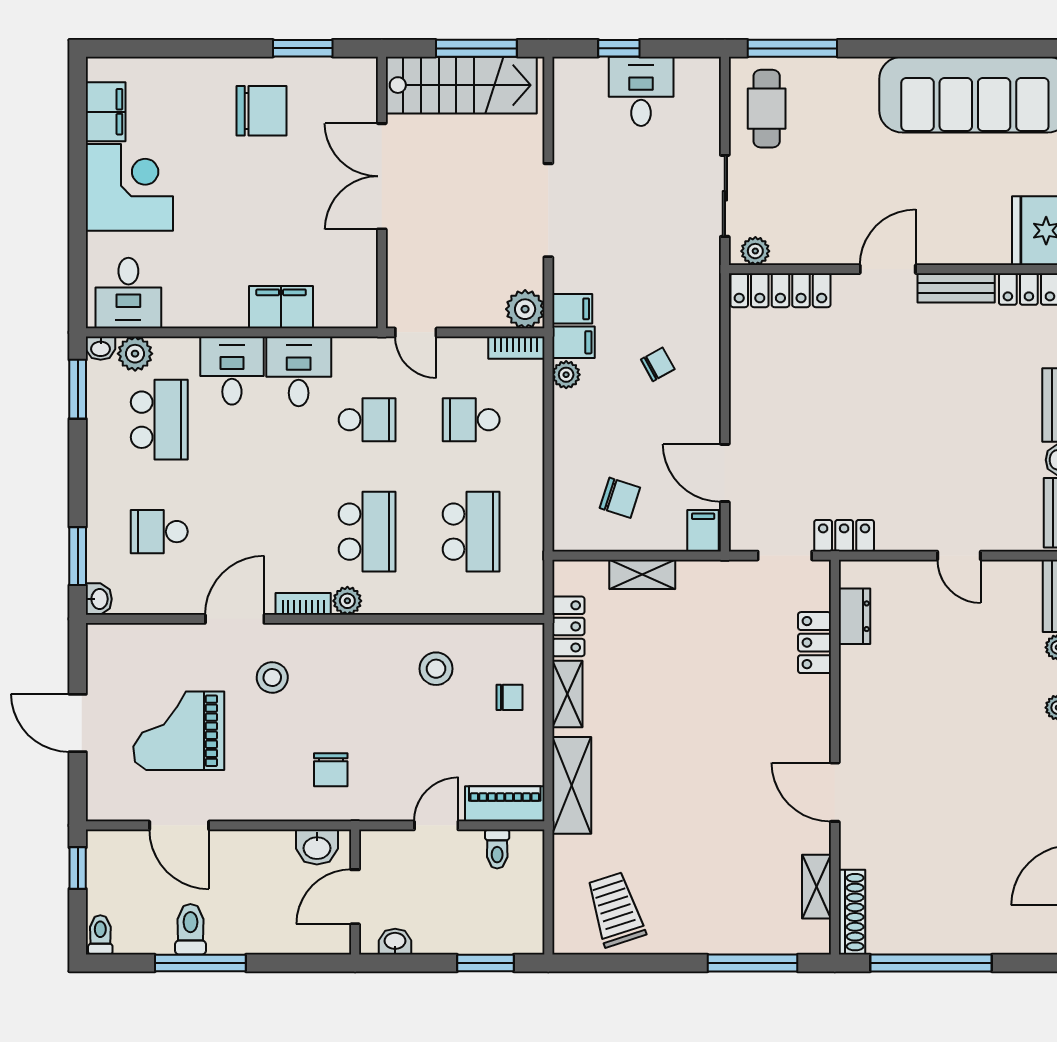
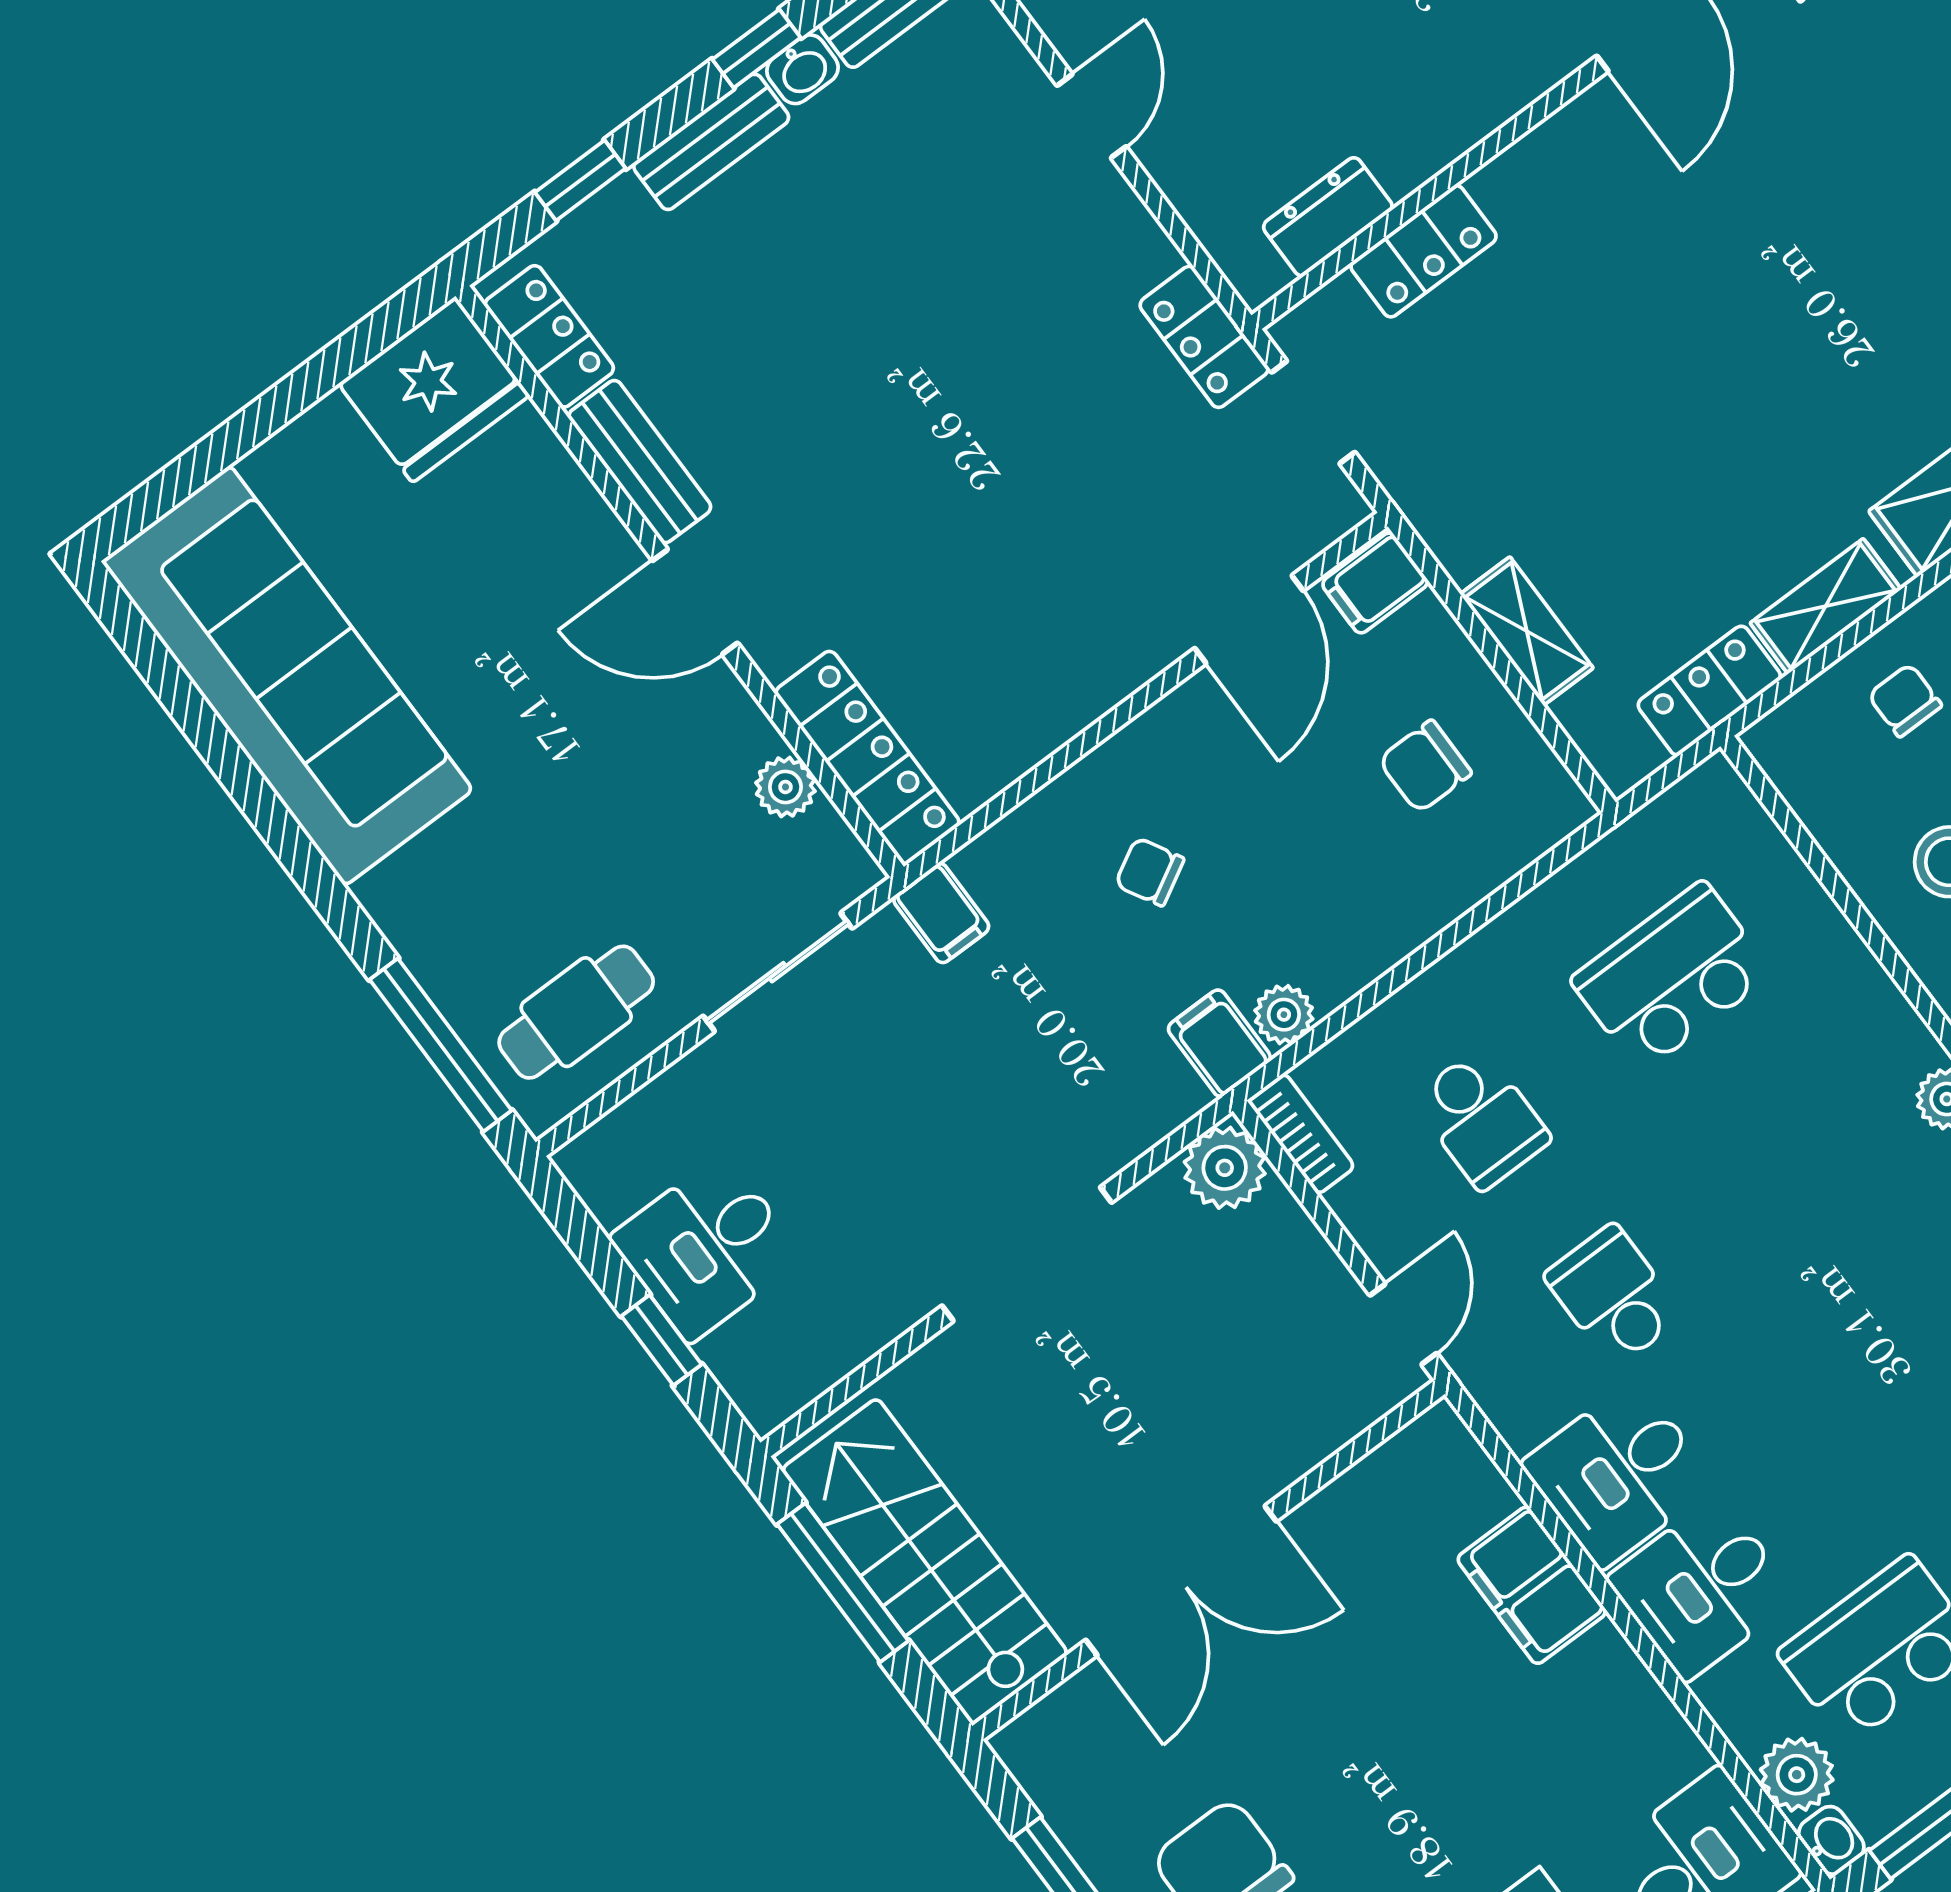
plant: (755, 251) -> (785, 787), moved
filing cabinet: (572, 309) -> (941, 913), moved, turned 180
chair: (620, 498) -> (1425, 766), turned -108
school desk: (367, 532) -> (1804, 1153), removed

